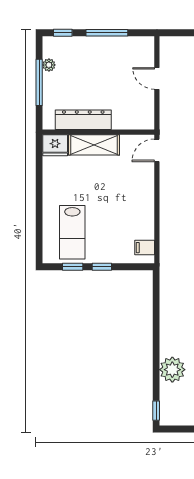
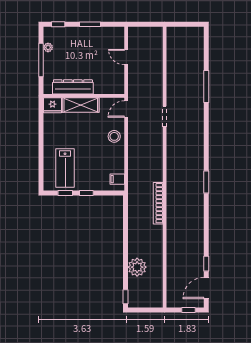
window: (107, 33) -> (90, 24), width x0.69
stool: (141, 188) -> (114, 136), added

